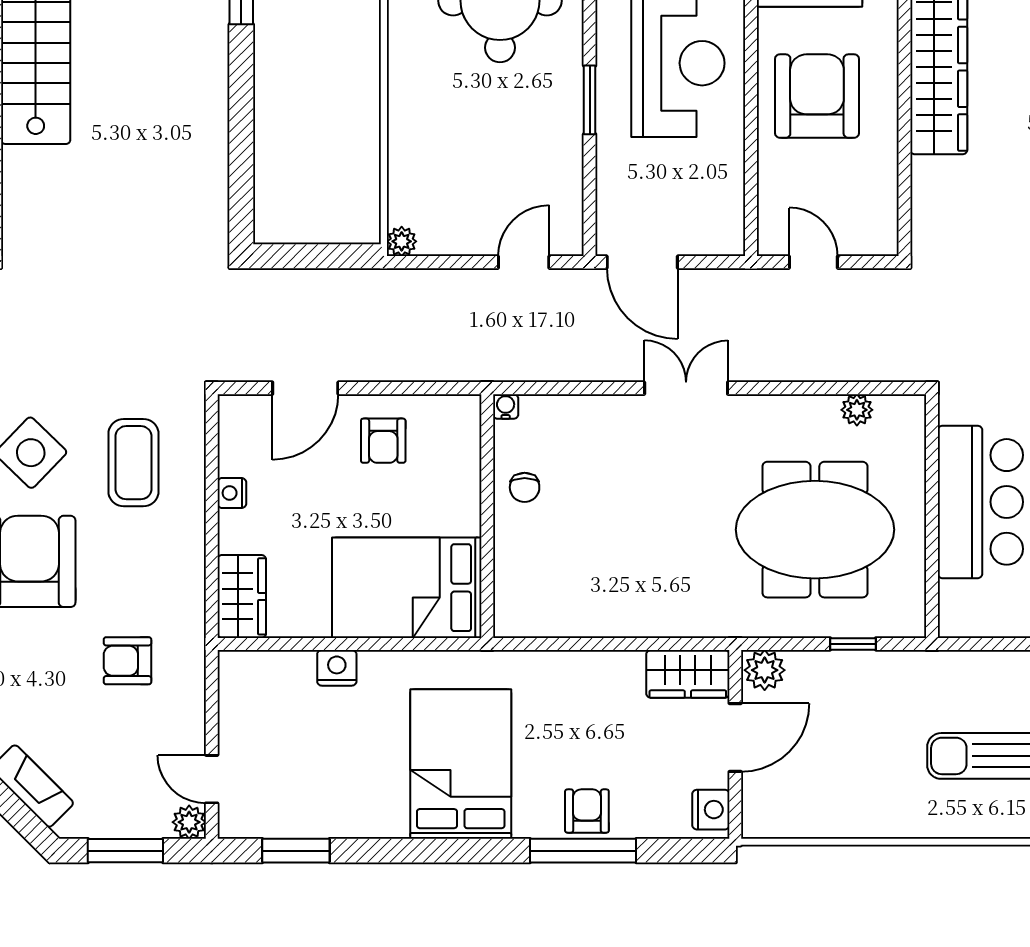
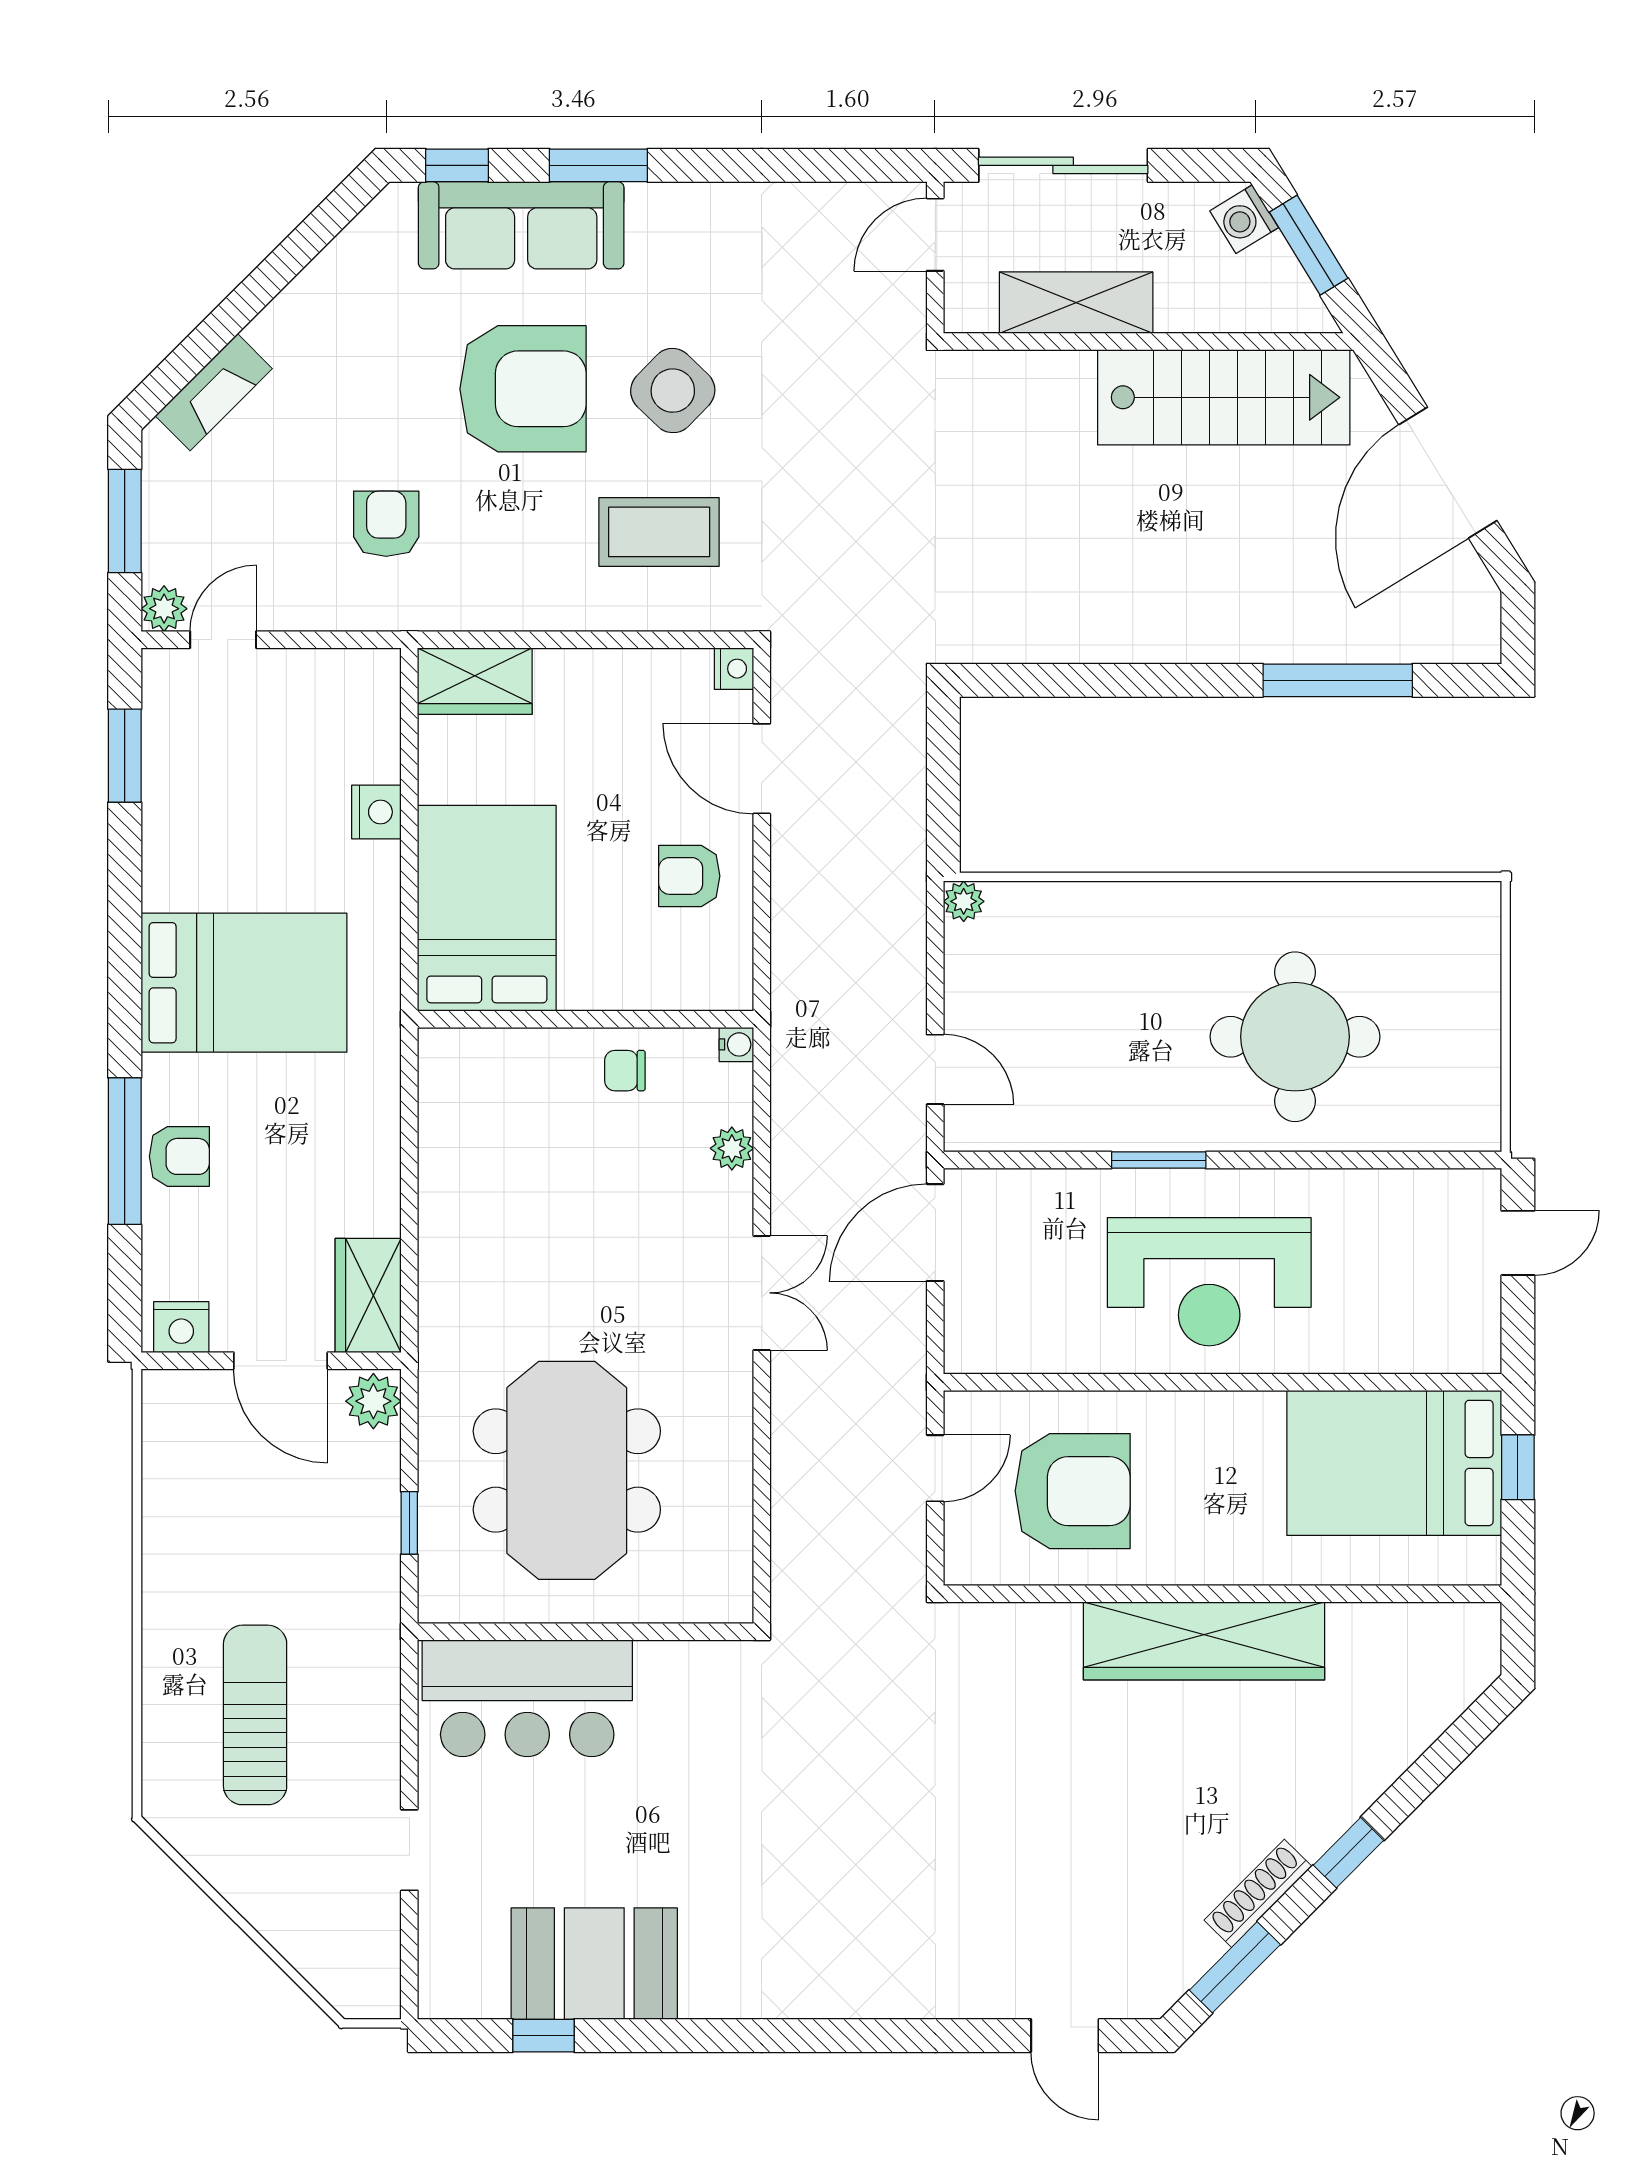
armchair: (817, 96) -> (1073, 1491), moved
plant: (857, 410) -> (732, 1148), moved
nightstand: (232, 493) -> (734, 669), moved, turned 90
bar counter: (980, 502) -> (527, 1698), moved

